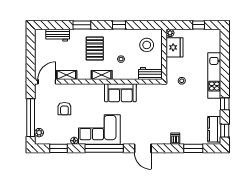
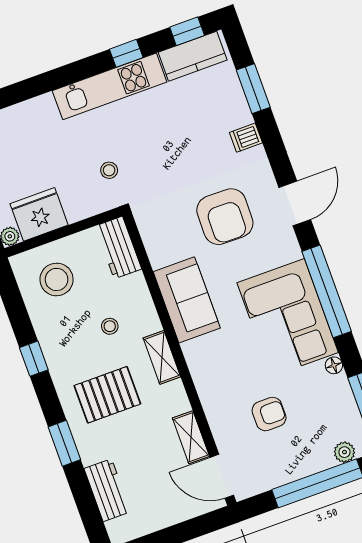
kitchen unit: (214, 76) -> (110, 86), moved
armchair: (147, 119) -> (225, 217), added

